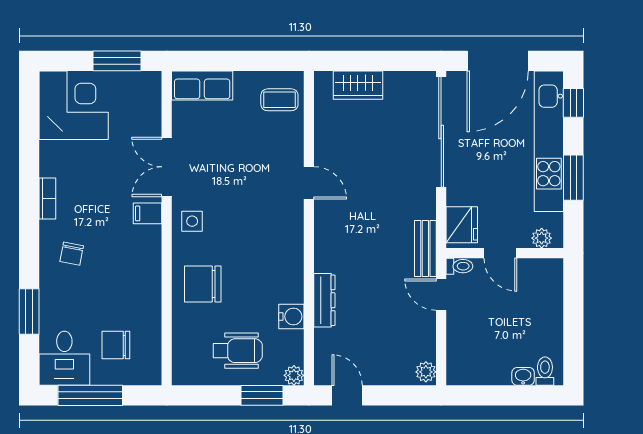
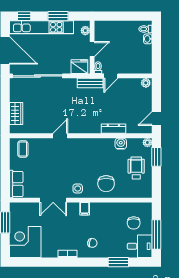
filing cabinet: (147, 213) -> (85, 209), moved

